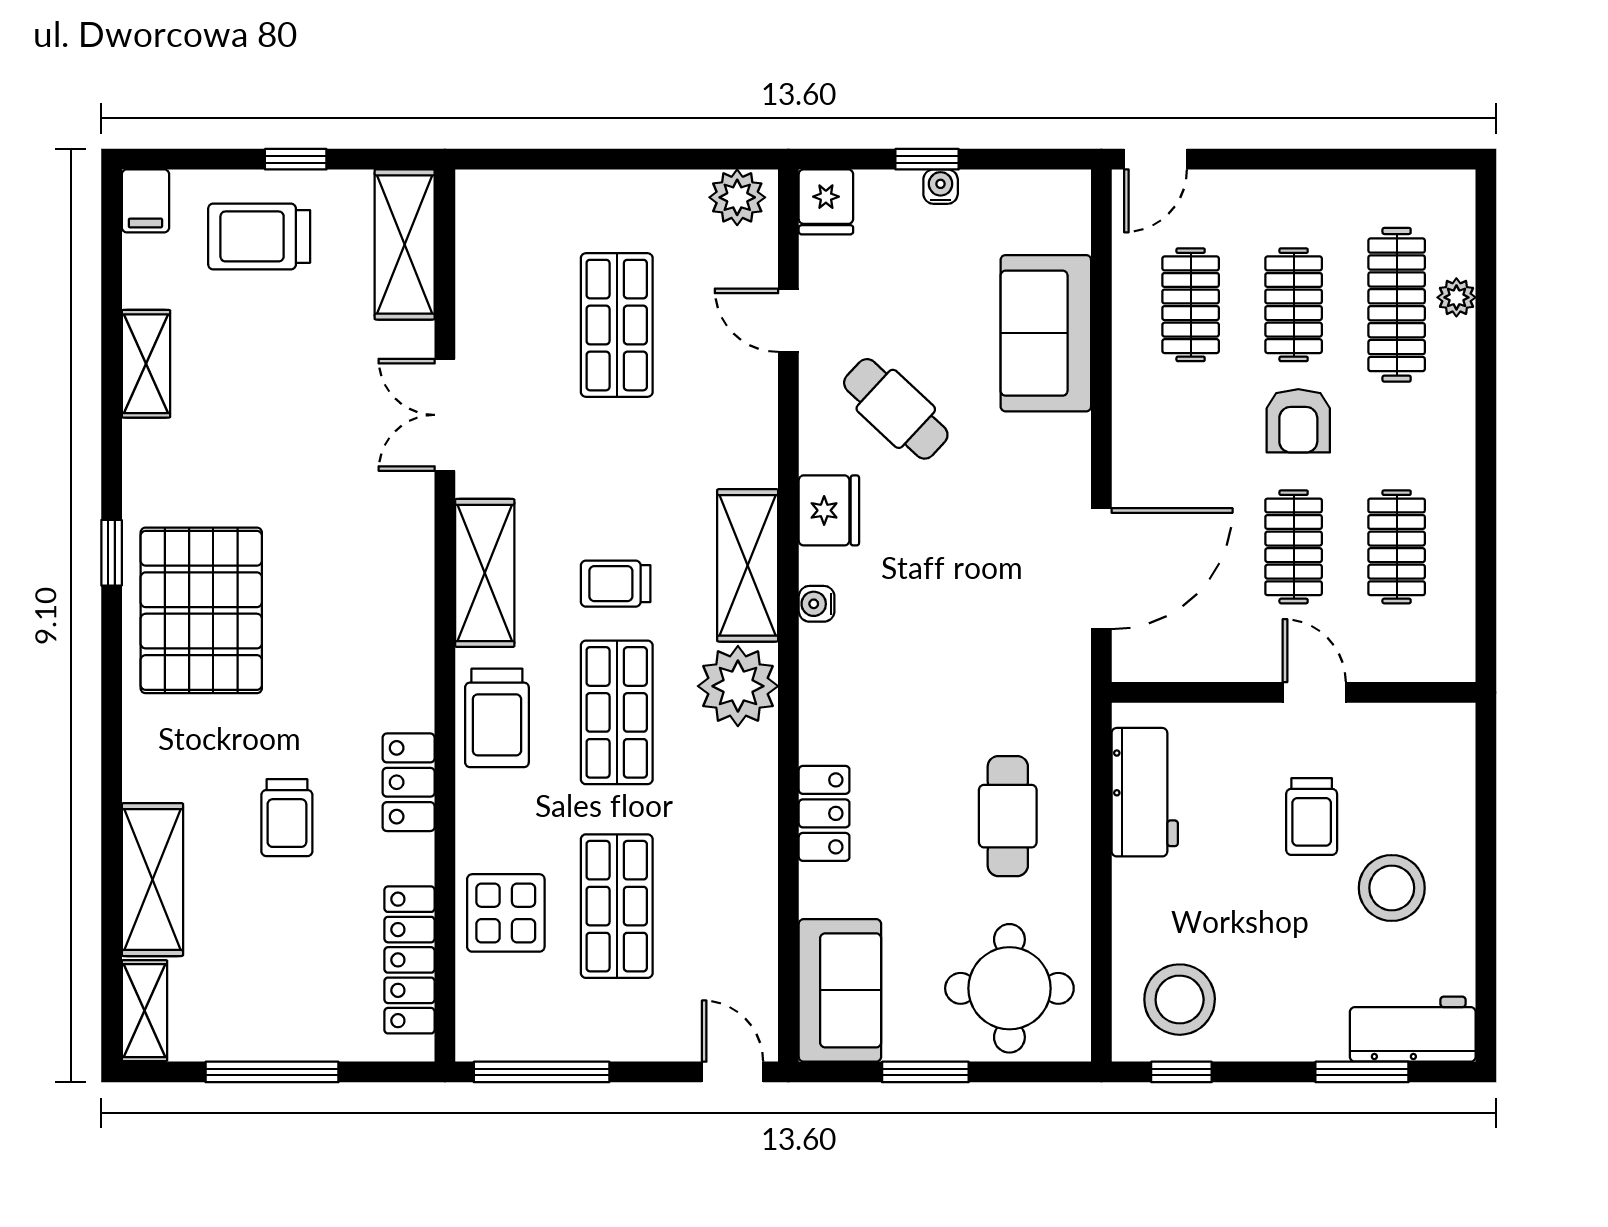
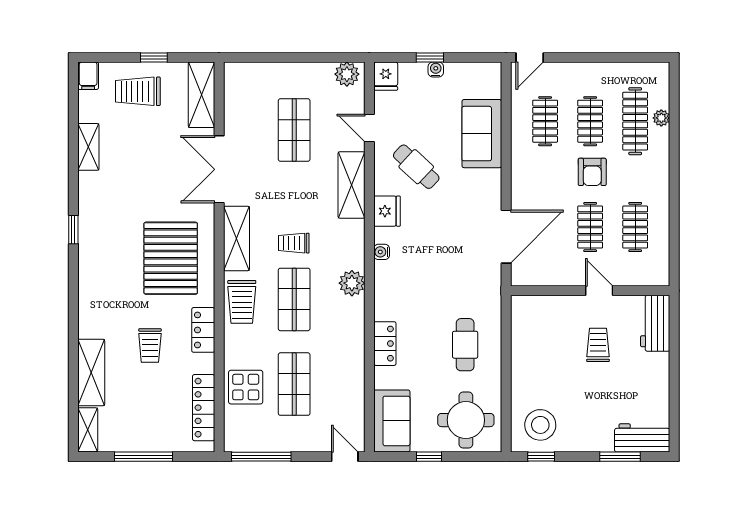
double door: (445, 415) -> (219, 169), width x1.37
shelving: (748, 565) -> (351, 185), moved
pallet: (201, 610) -> (171, 258), moved
plant: (738, 686) -> (352, 283), width x0.73, depth x0.73
workbench: (1145, 792) -> (655, 323), moved, turned 180
trolley: (1312, 817) -> (598, 345), turned 180
stool: (1392, 888) -> (633, 376), removed
window: (925, 1072) -> (429, 457), width x0.67

